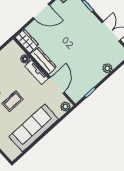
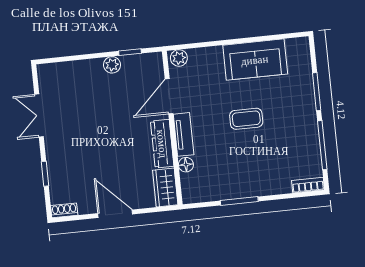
plant: (107, 68) -> (112, 65), moved
sofa: (34, 128) -> (255, 60), width x0.73

